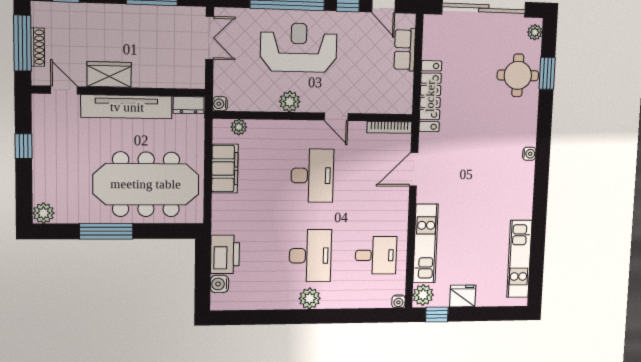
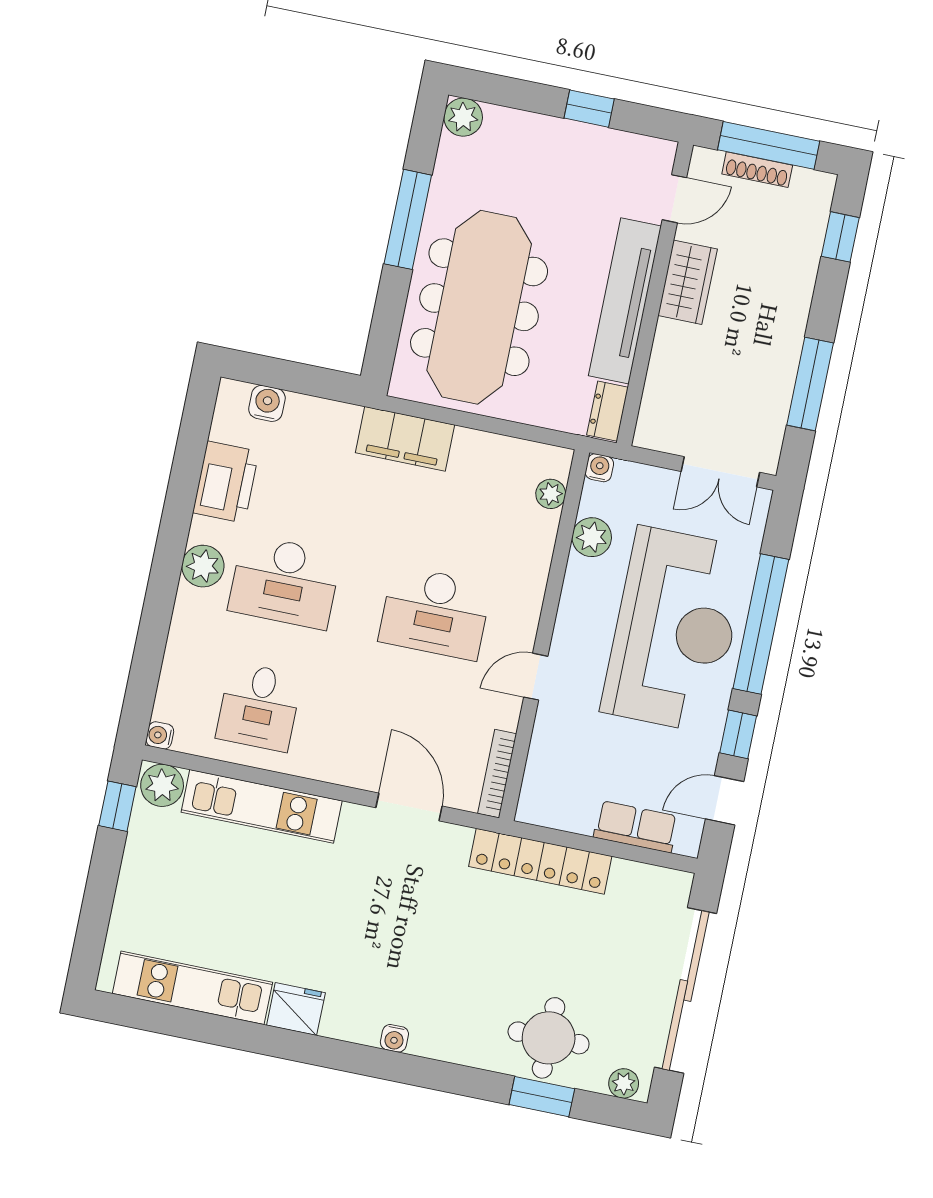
reception desk: (299, 48) -> (675, 630), width x1.36, depth x1.30
plant: (290, 102) -> (592, 537), moved
filing cabinet: (225, 169) -> (405, 439), moved
printer: (225, 254) -> (226, 482), moved, turned -90
fridge: (463, 296) -> (296, 1009), moved, turned -90

